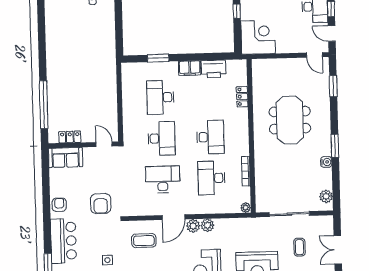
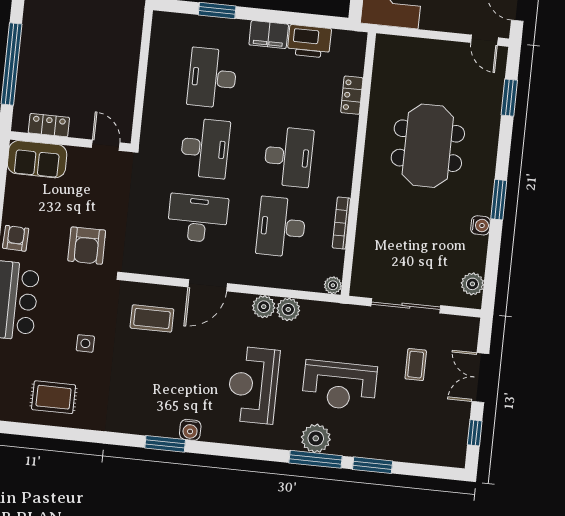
plant: (193, 226) -> (288, 309), moved

